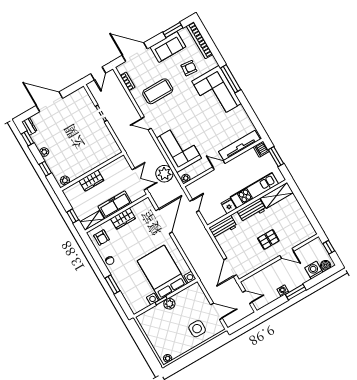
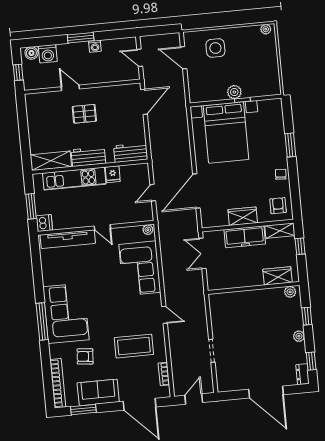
plant: (164, 174) -> (170, 246), removed
wardrobe: (91, 180) -> (278, 276), moved

